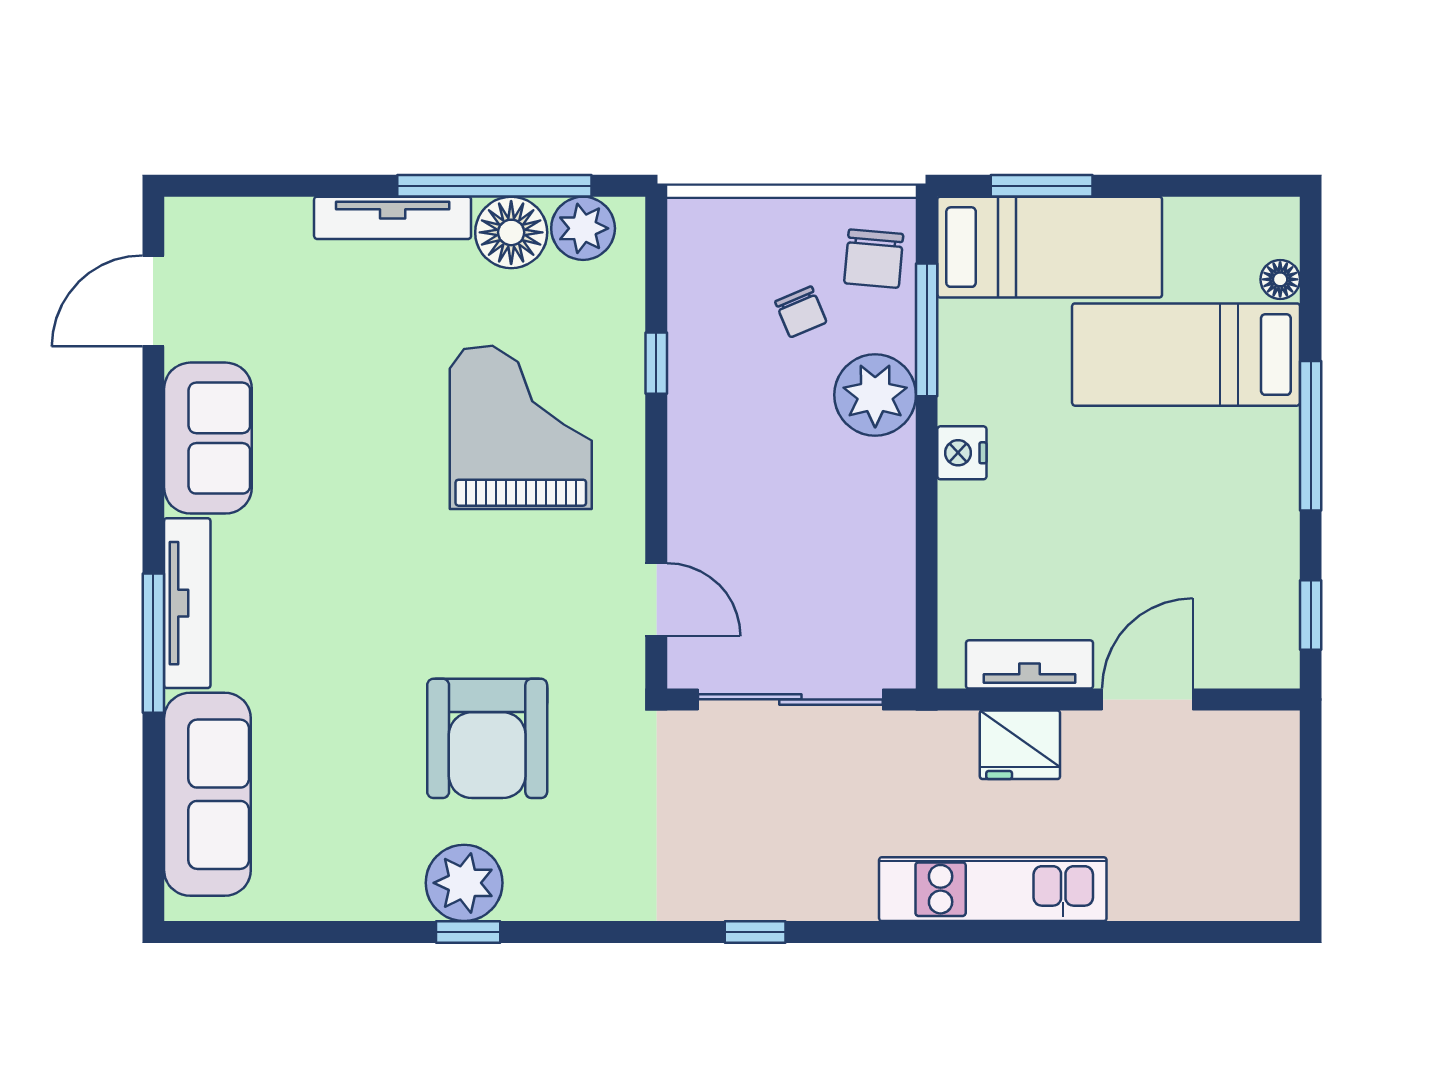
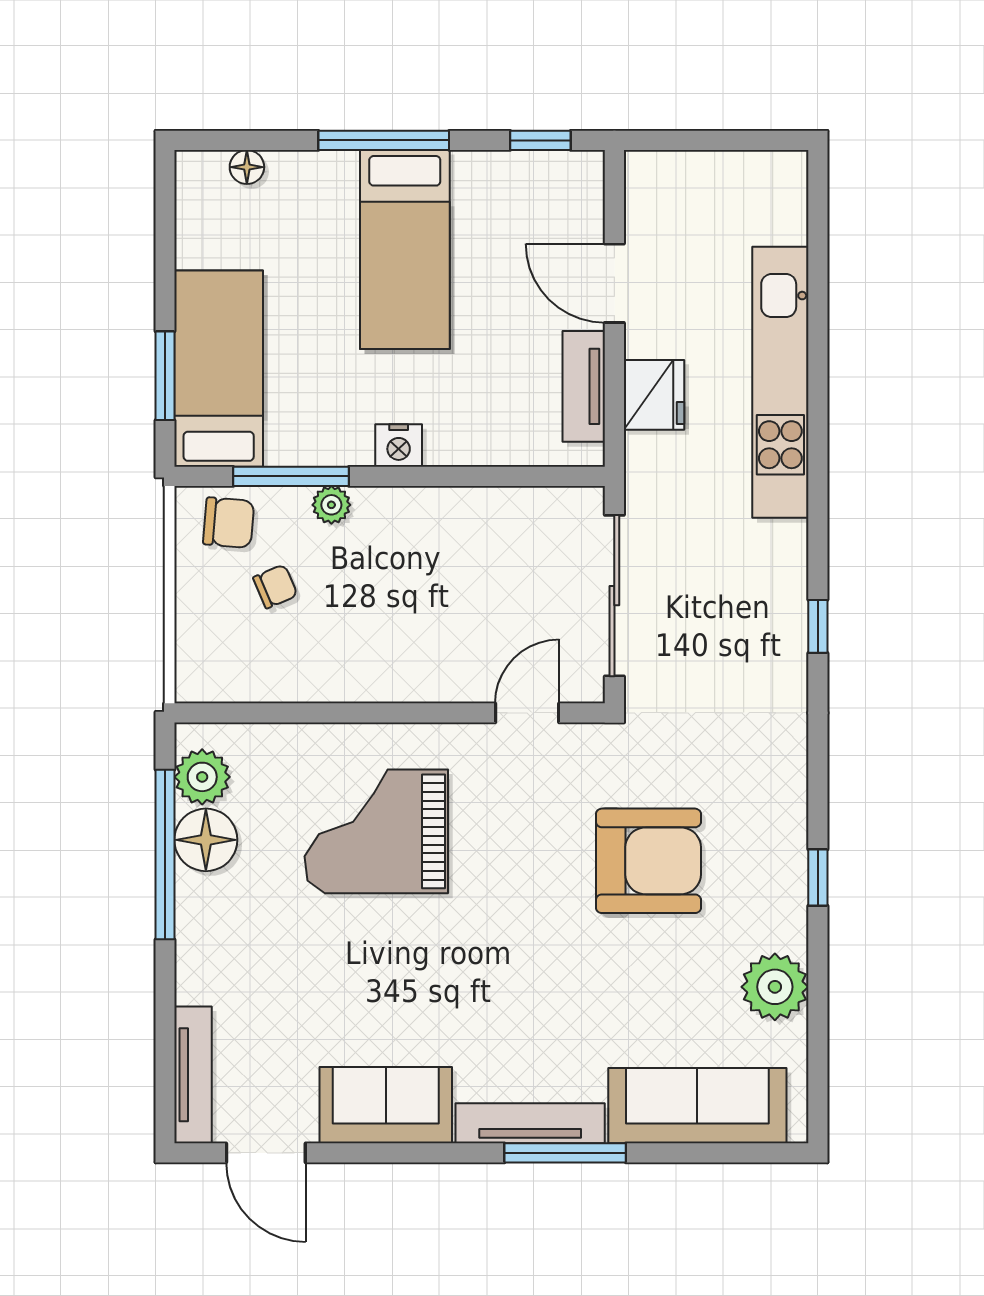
tv unit: (393, 218) -> (193, 1075), moved
bed: (1186, 355) -> (405, 249), moved
window: (656, 363) -> (320, 713), removed
plant: (875, 395) -> (331, 505), width x0.53, depth x0.53
plant: (464, 883) -> (775, 987), moved
kitchen unit: (993, 889) -> (780, 382), width x1.36

